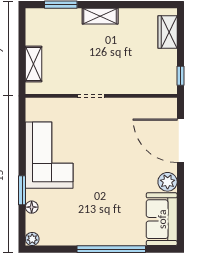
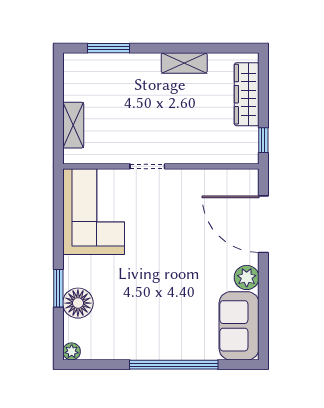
shelving: (100, 16) -> (184, 63), moved
wardrobe: (168, 32) -> (247, 94), width x1.50
corner sofa: (49, 155) -> (94, 212), moved
floor lamp: (32, 207) -> (78, 303), width x1.89, depth x1.89

